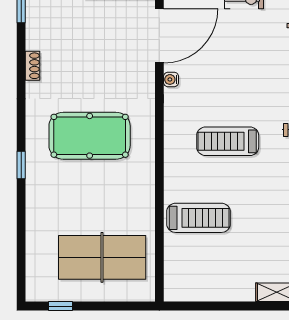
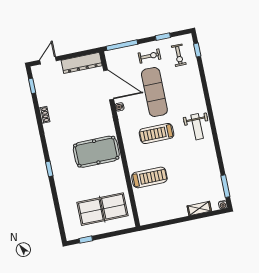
door: (159, 36) -> (109, 85), hinge flipped
exercise mat: (239, 66) -> (154, 92), added
pool table: (90, 136) -> (96, 152), moved

